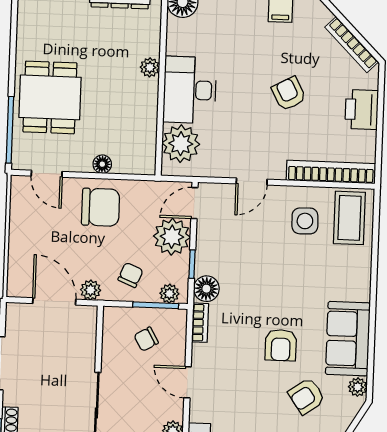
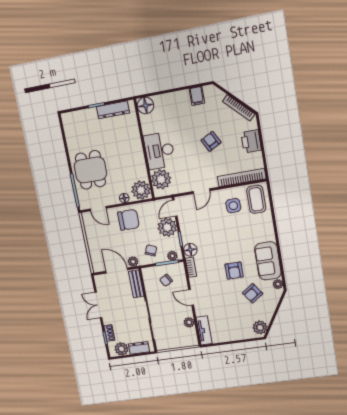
plant: (150, 67) -> (141, 190), moved, width x1.87, depth x1.87
bench: (86, 335) -> (136, 284), added

